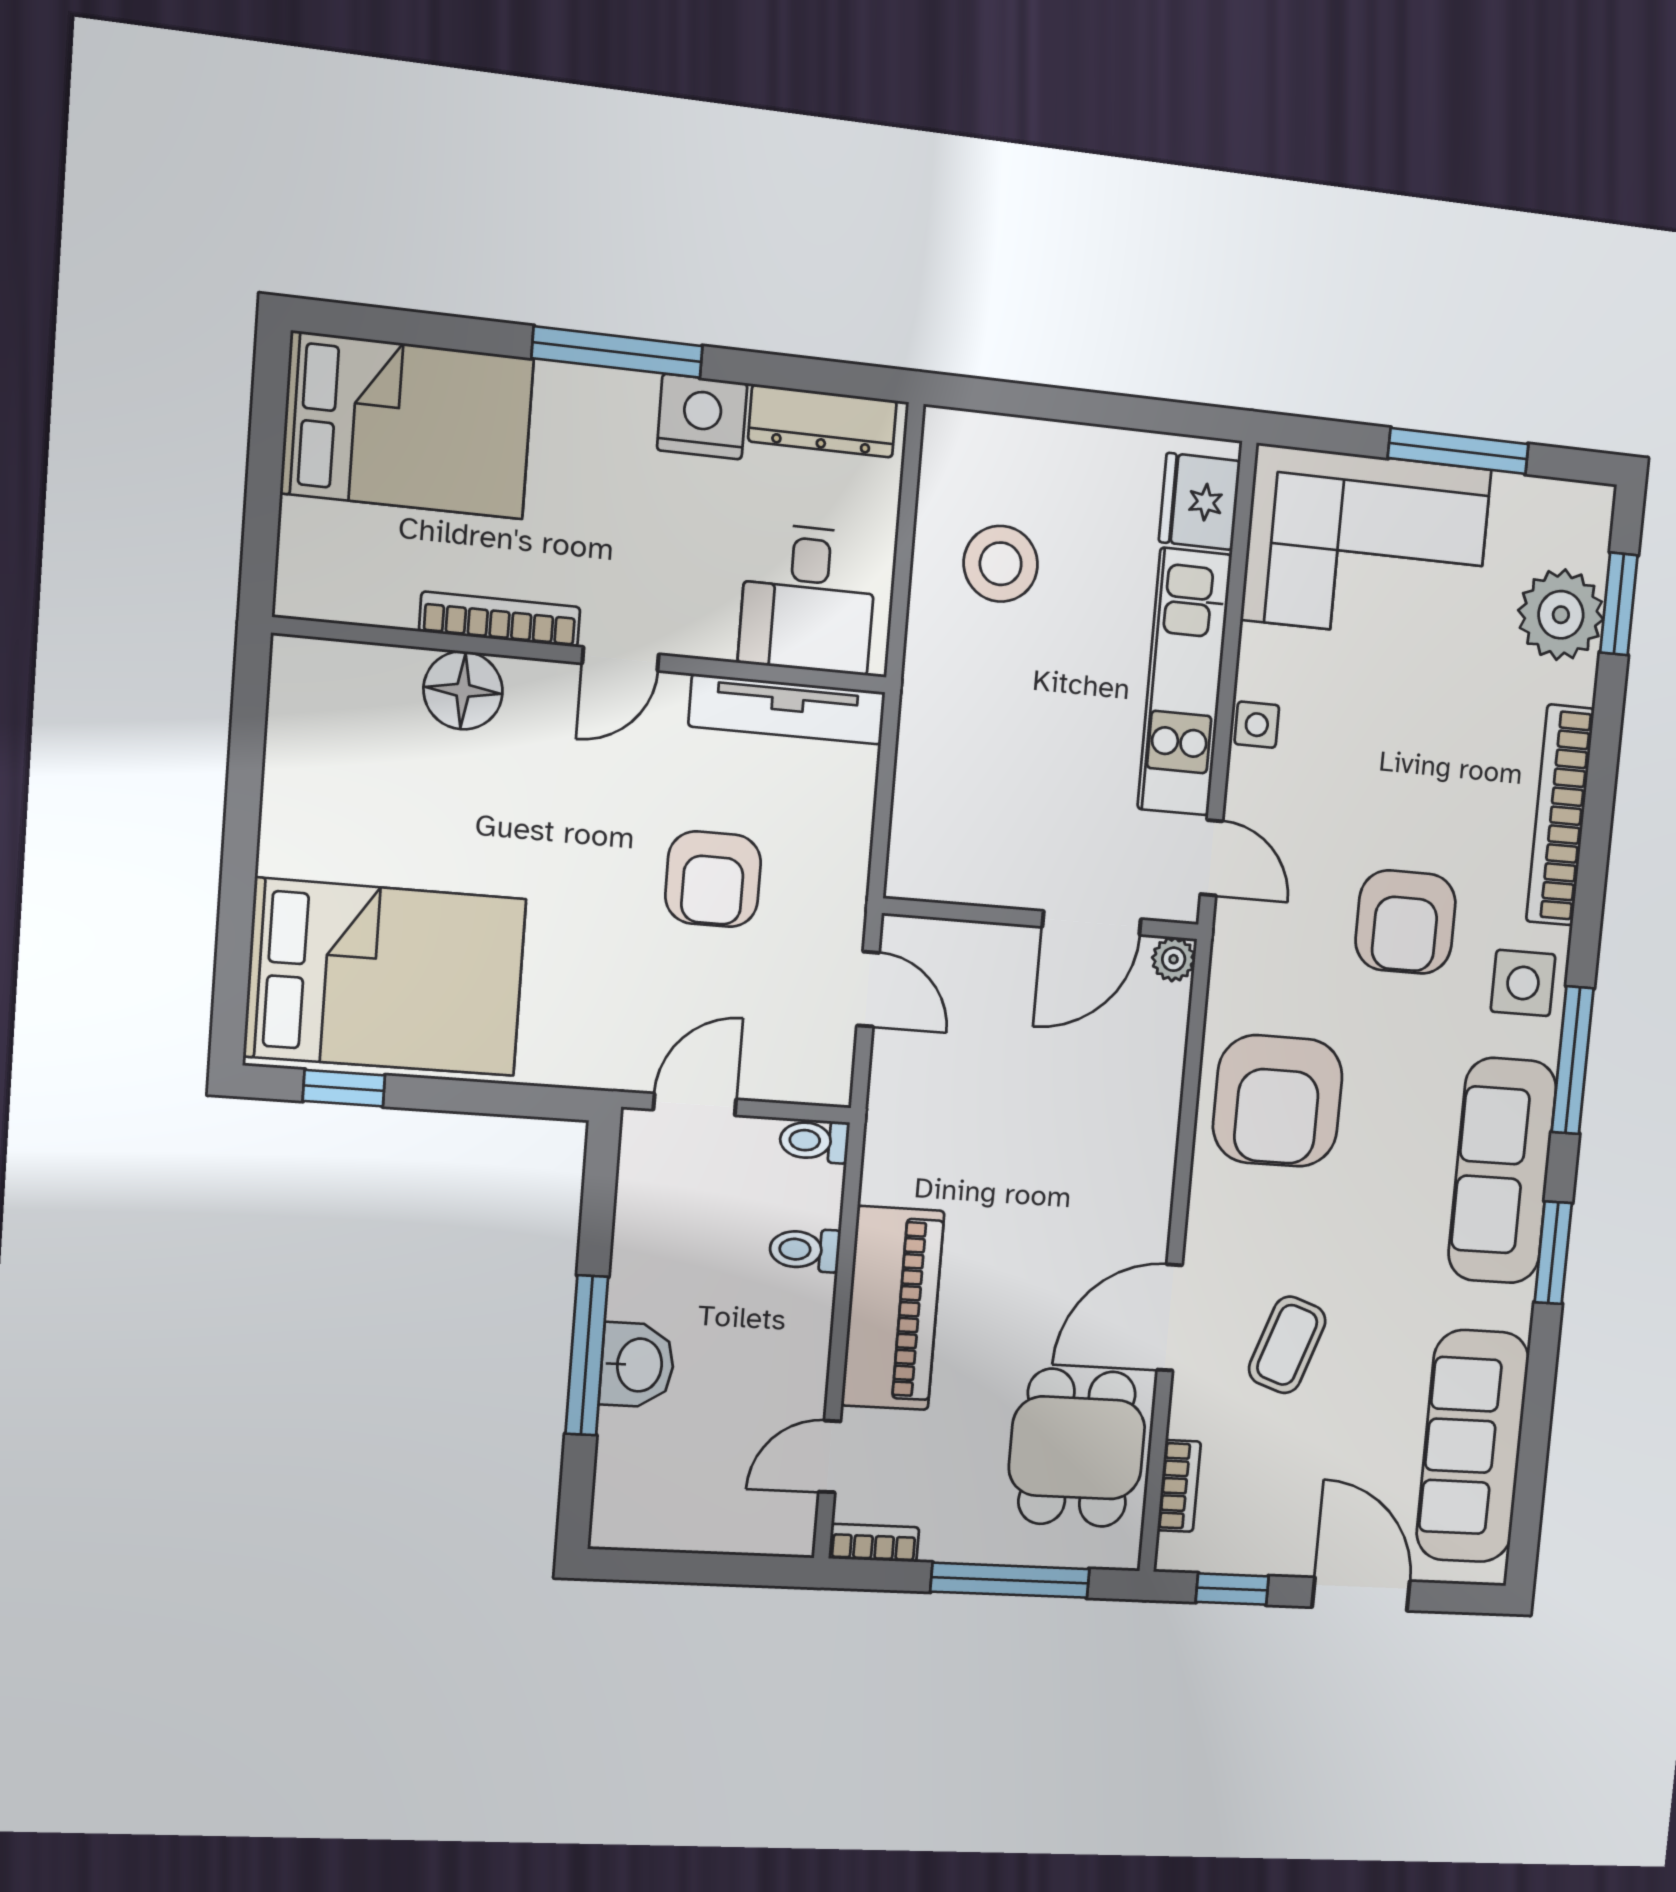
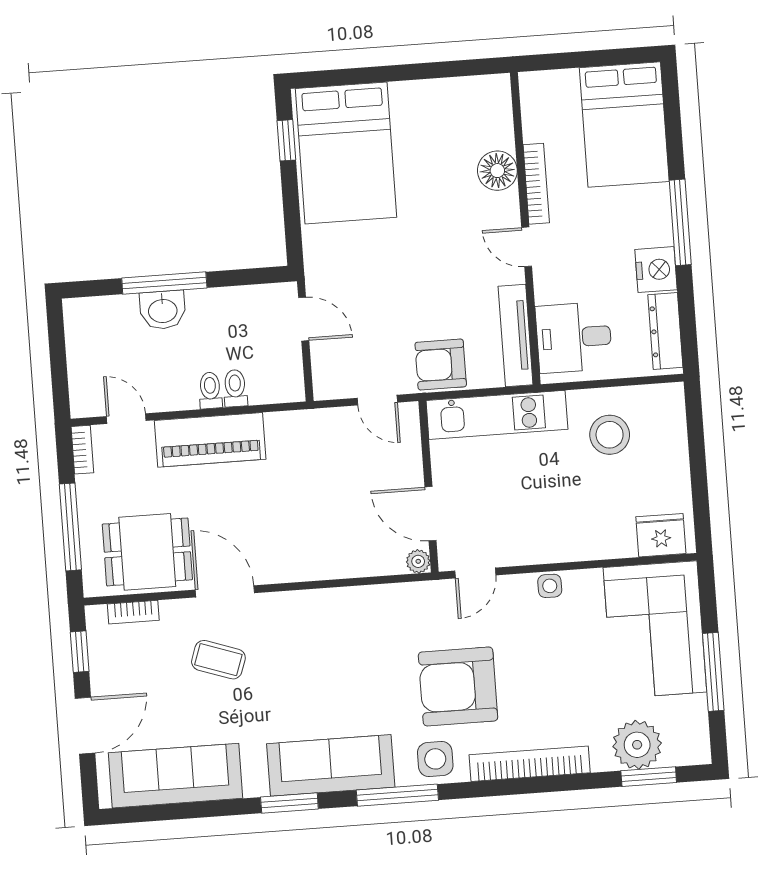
kitchen unit: (1185, 682) -> (497, 415), moved, turned 180
armchair: (713, 879) -> (441, 365), moved
armchair: (1406, 922) -> (458, 686), width x1.36, depth x1.36
door: (868, 989) -> (377, 400), hinge flipped
armchair: (1278, 1101) -> (351, 632), removed
toilet: (814, 1141) -> (210, 390), moved

